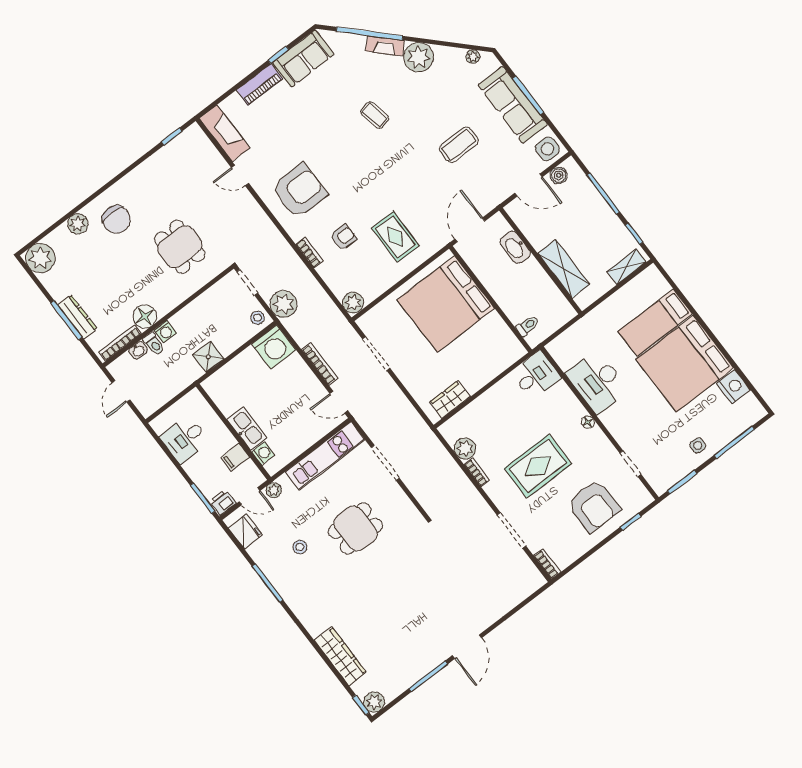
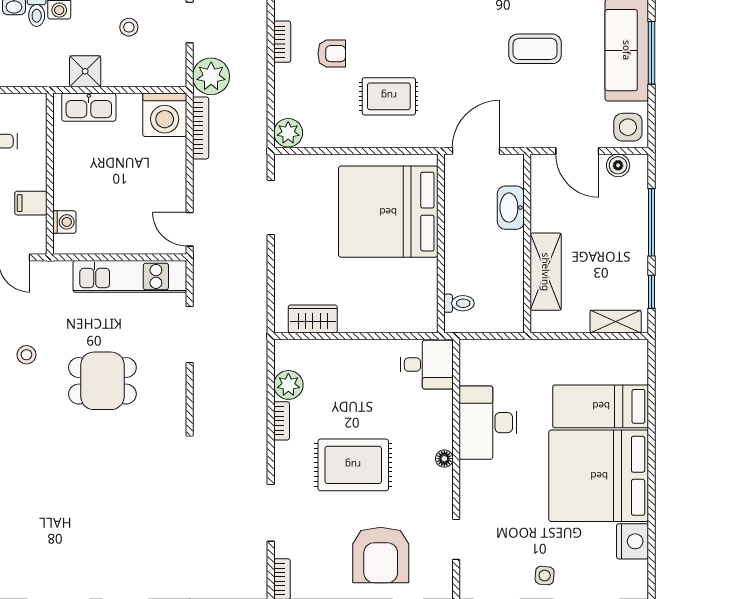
rug: (395, 237) -> (389, 96), turned 90
stool: (258, 318) -> (129, 27), moved
bookcase: (320, 364) -> (201, 128), moved
kitchen sink: (247, 429) -> (89, 107), moved, turned 90
plant: (274, 490) -> (45, 271), removed

